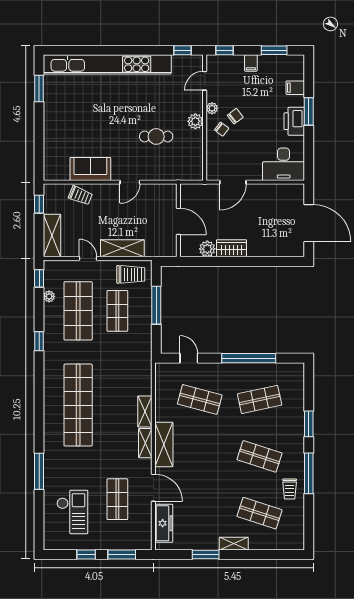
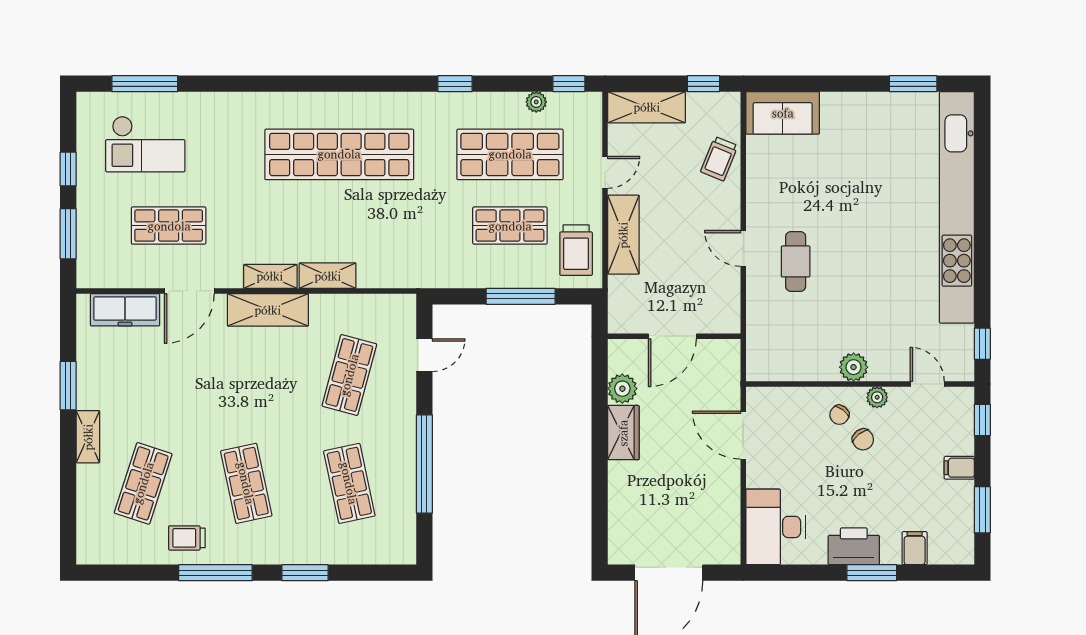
cafe table: (156, 136) -> (796, 261), moved
sofa: (90, 169) -> (783, 113), moved, turned 90
shop shelf: (260, 456) -> (246, 483), turned -30
window: (39, 471) -> (145, 84), moved

